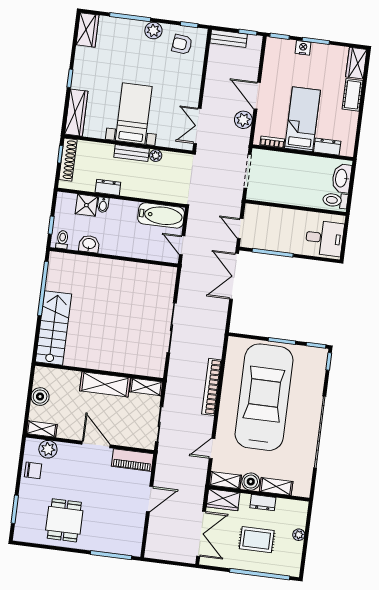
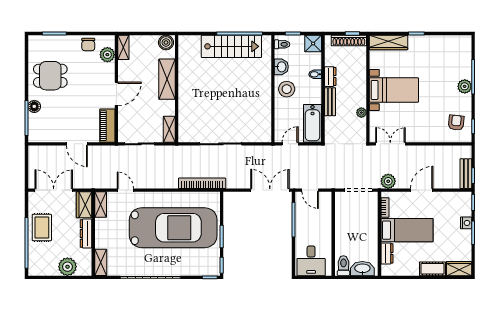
wardrobe: (88, 30) -> (458, 43), removed
plant: (153, 31) -> (465, 86), moved
bench: (229, 39) -> (466, 174), moved
plant: (243, 120) -> (388, 181), moved
bench: (132, 153) -> (330, 102), moved
shower: (86, 205) -> (313, 44), moved
door: (240, 229) -> (310, 190), swing flipped
stool: (116, 241) -> (287, 89), added
stairs: (54, 328) -> (231, 46), moved
shelving: (105, 384) -> (167, 79), moved
bookcase: (212, 387) -> (202, 183), moved
boiler: (40, 397) -> (166, 42), moved
boiler: (251, 482) -> (102, 226), removed
shelving: (276, 486) -> (101, 262), moved
dresser: (263, 503) -> (86, 233), width x1.44
double door: (201, 534) -> (54, 190), swing flipped
plant: (299, 535) -> (67, 267), width x1.87, depth x1.87
rug: (257, 540) -> (42, 228), moved
floor lamp: (98, 544) -> (34, 106), added

